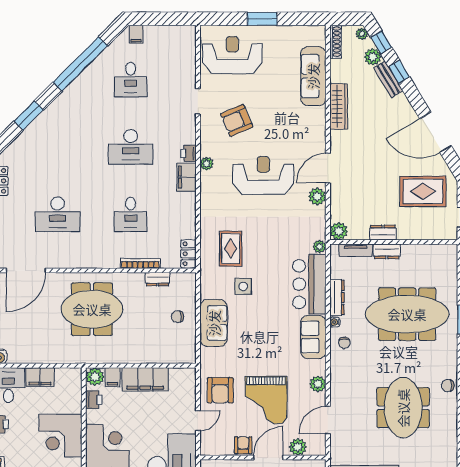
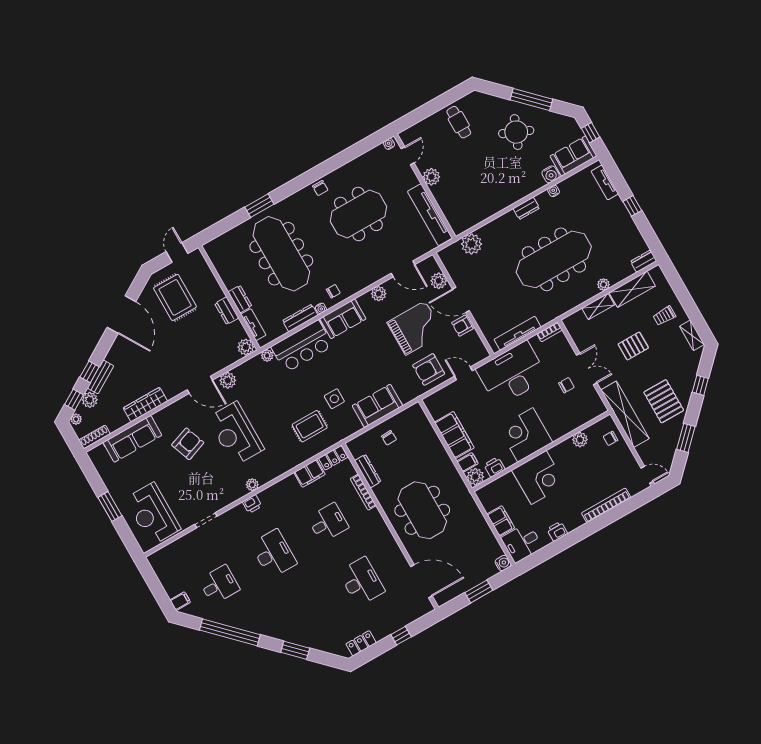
armchair: (237, 120) -> (188, 444), moved, turned -87
filing cabinet: (187, 177) -> (310, 473), moved
dresser: (158, 279) -> (368, 471), width x1.44
armchair: (220, 390) -> (429, 369), turned 180

